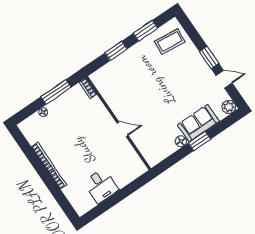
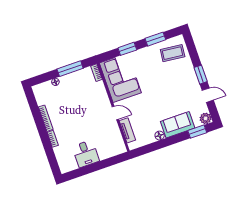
corner sofa: (117, 87) -> (120, 78), added
window: (199, 141) -> (197, 132), moved
tv unit: (142, 145) -> (127, 130), added

